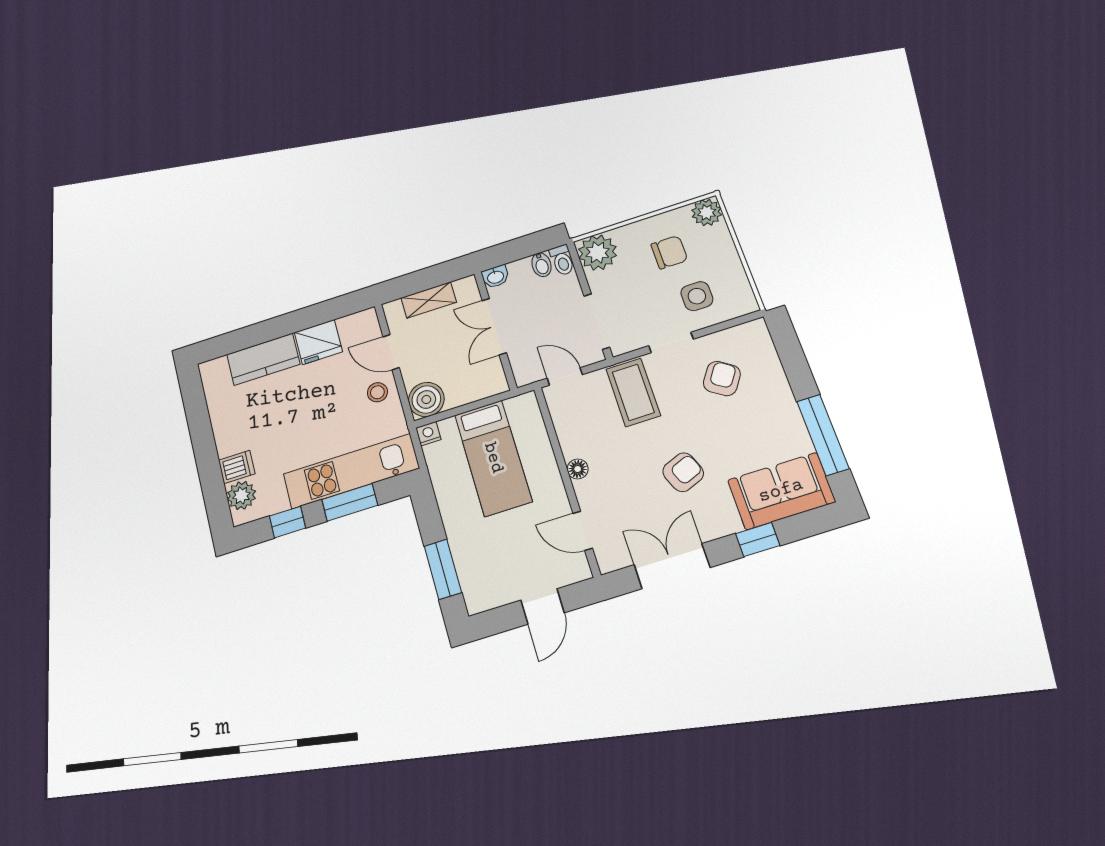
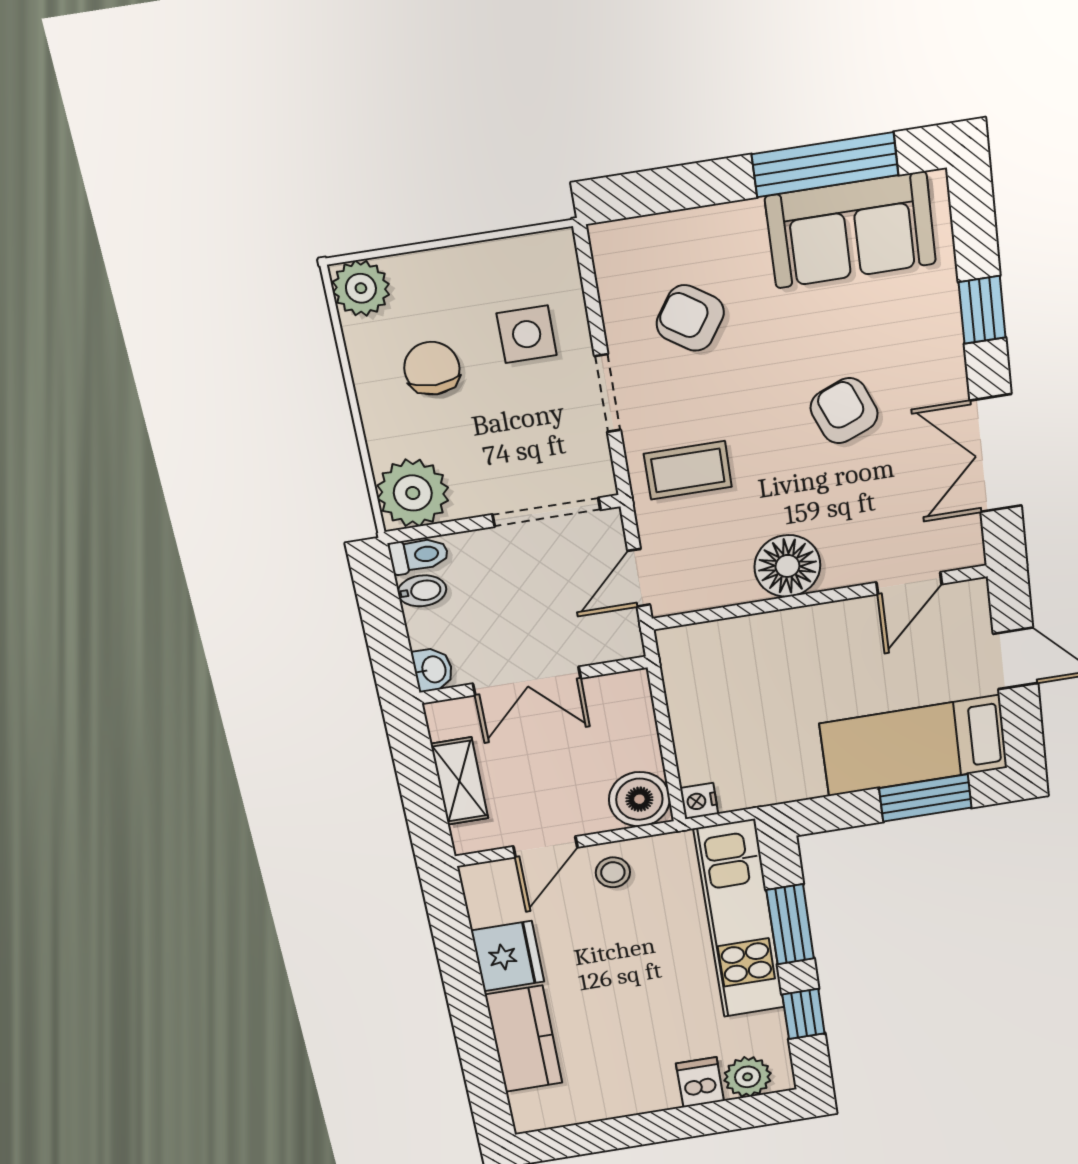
coffee table: (633, 392) -> (688, 470), width x0.73, depth x0.77
bed: (493, 458) -> (914, 746), moved, turned 180
floor lamp: (578, 469) -> (787, 566), width x1.89, depth x1.89
sofa: (781, 491) -> (851, 230), moved, turned -90

